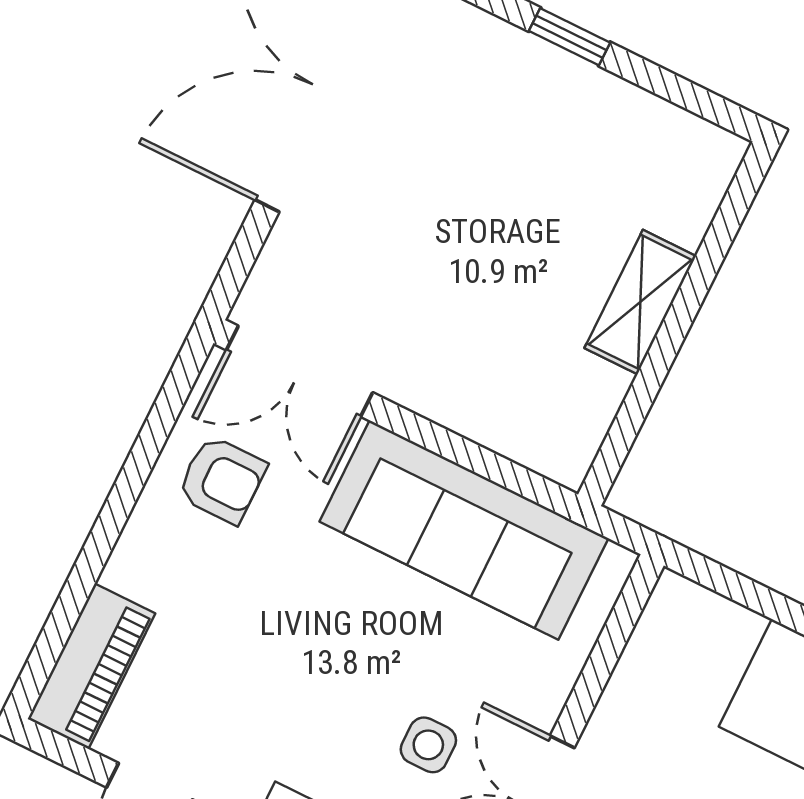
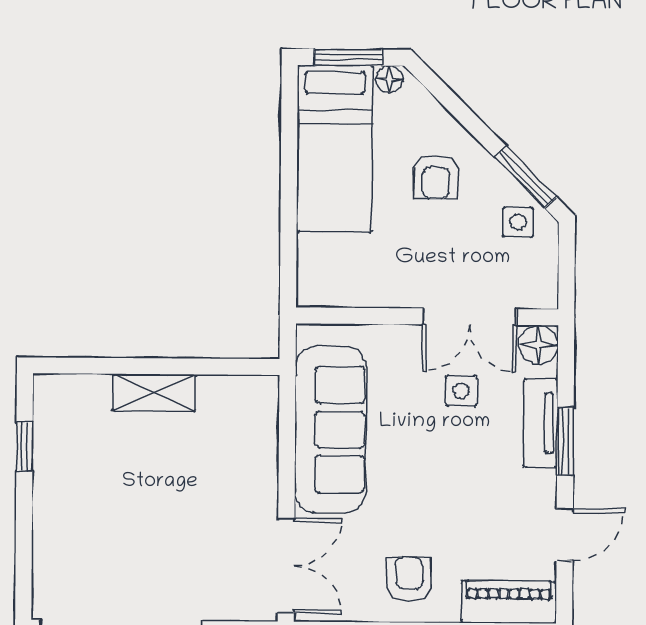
window: (570, 37) -> (24, 447), moved
armchair: (222, 480) -> (409, 579), moved

